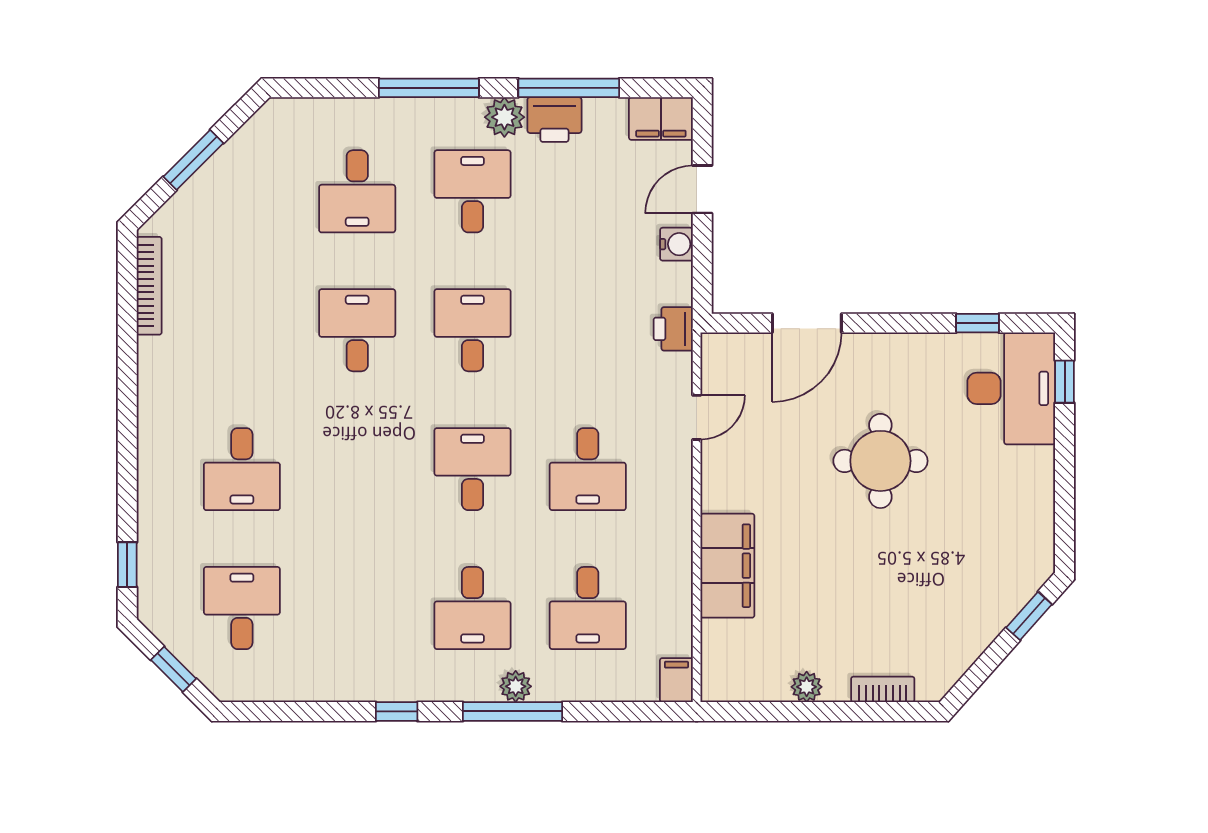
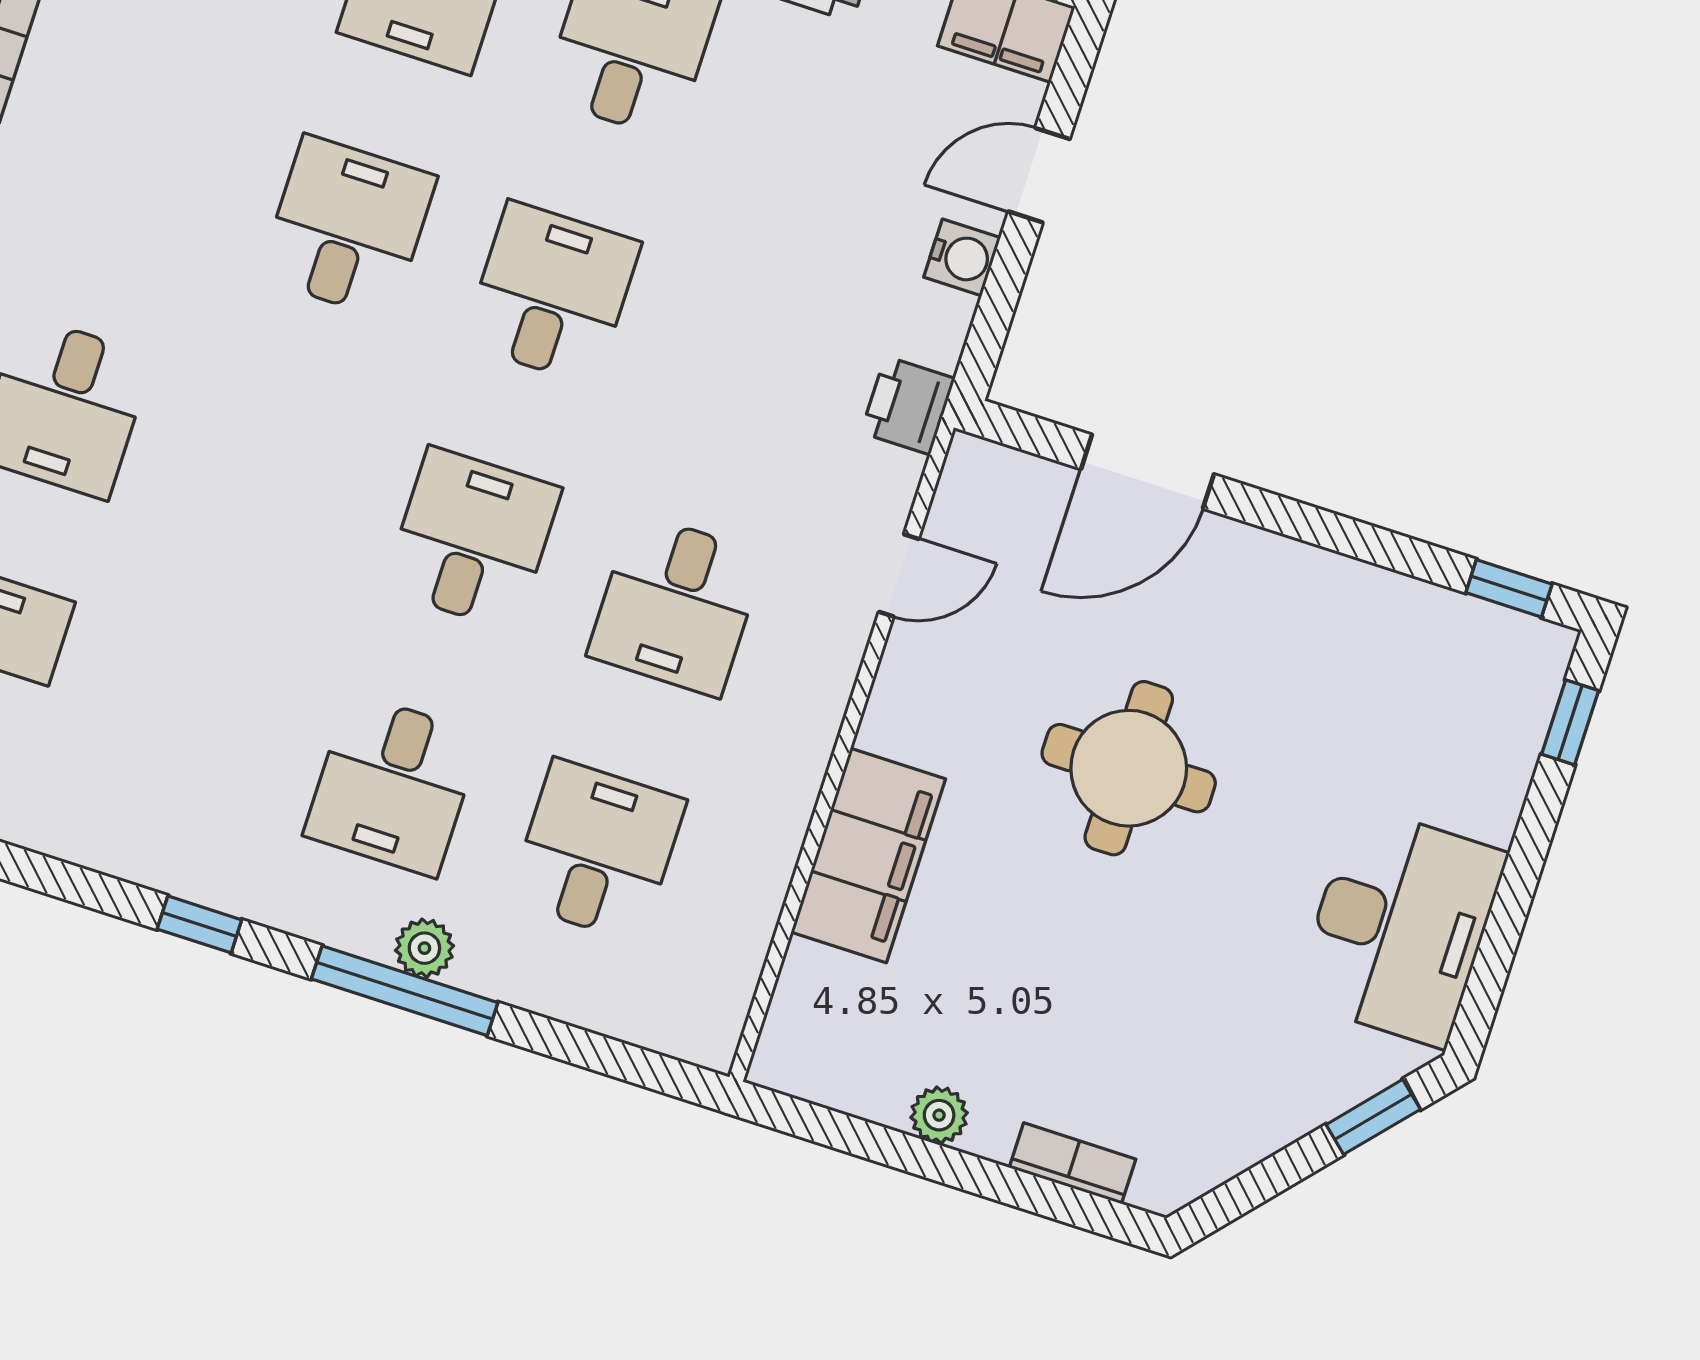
window: (978, 323) -> (1509, 588), moved
desk: (1011, 388) -> (1400, 927), moved
round table: (880, 461) -> (1129, 768), moved
desk: (588, 608) -> (597, 851), turned 180
filing cabinet: (676, 680) -> (713, 1029), removed

